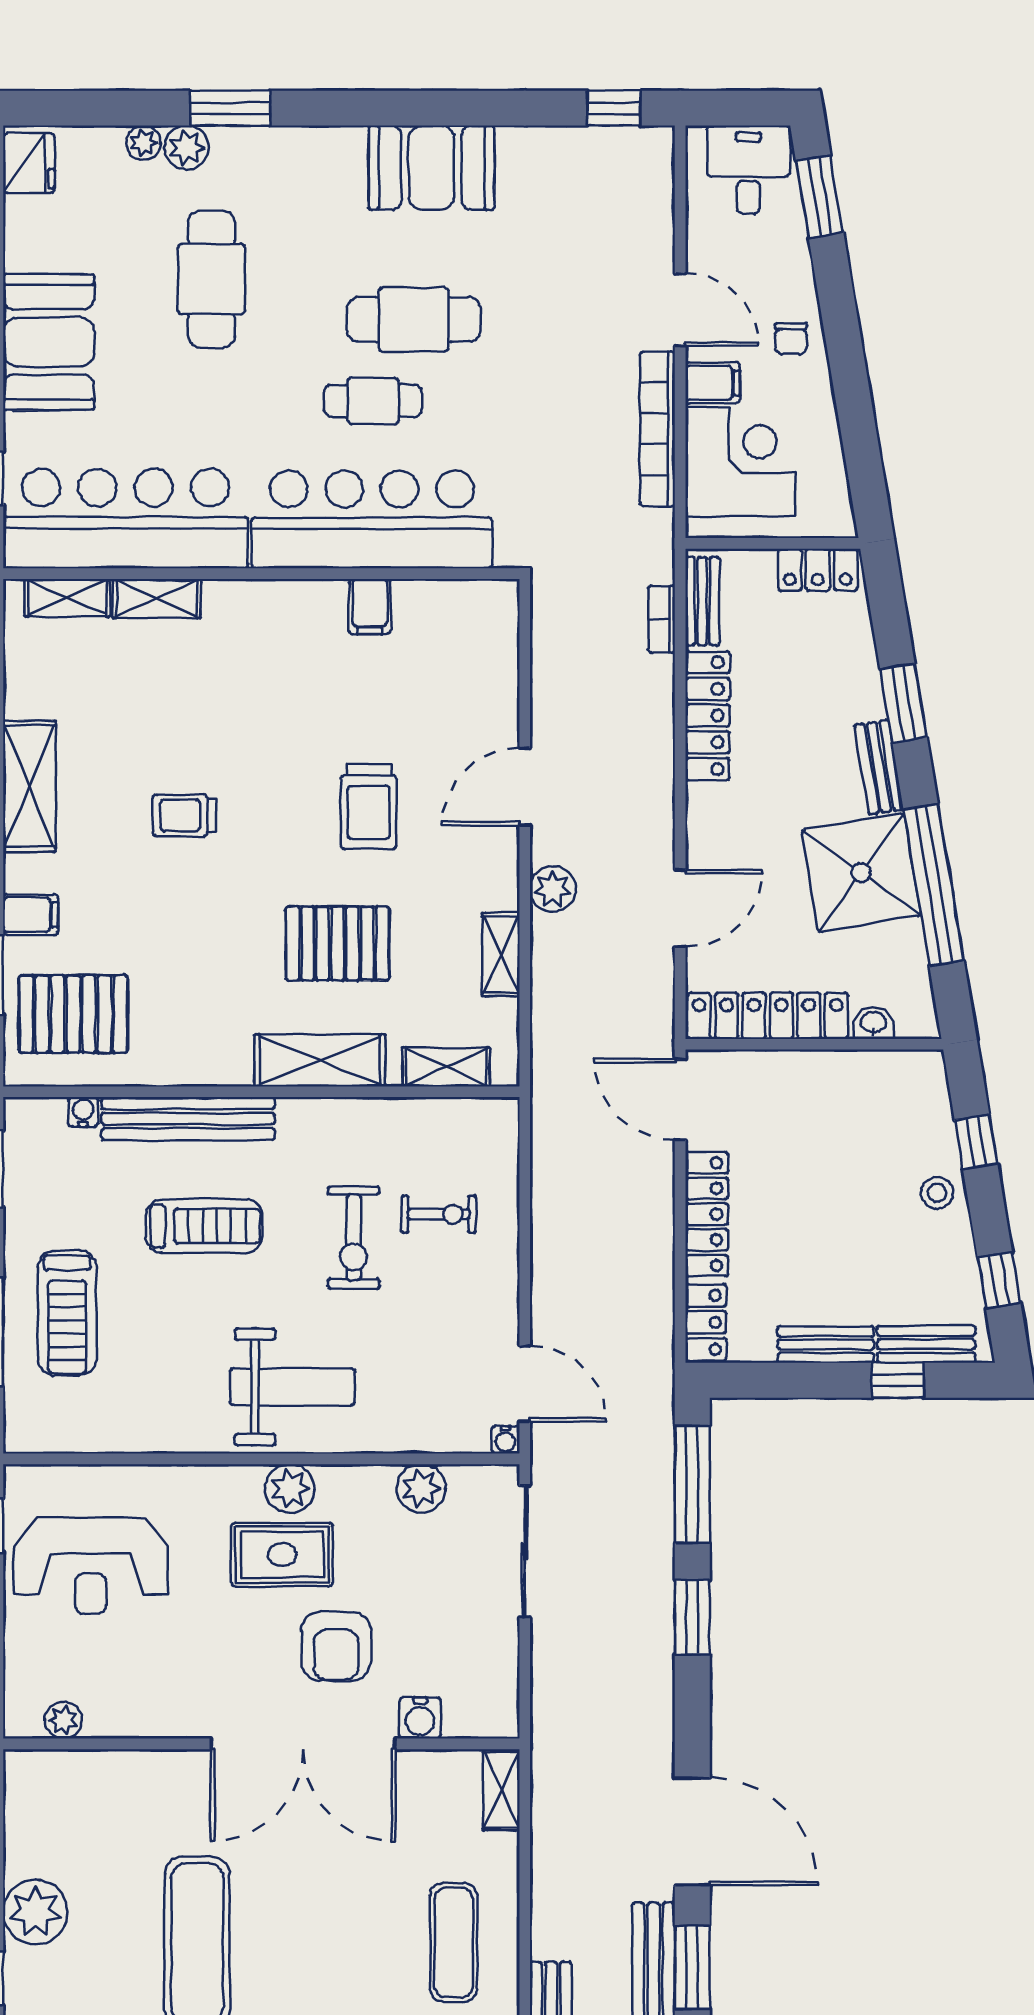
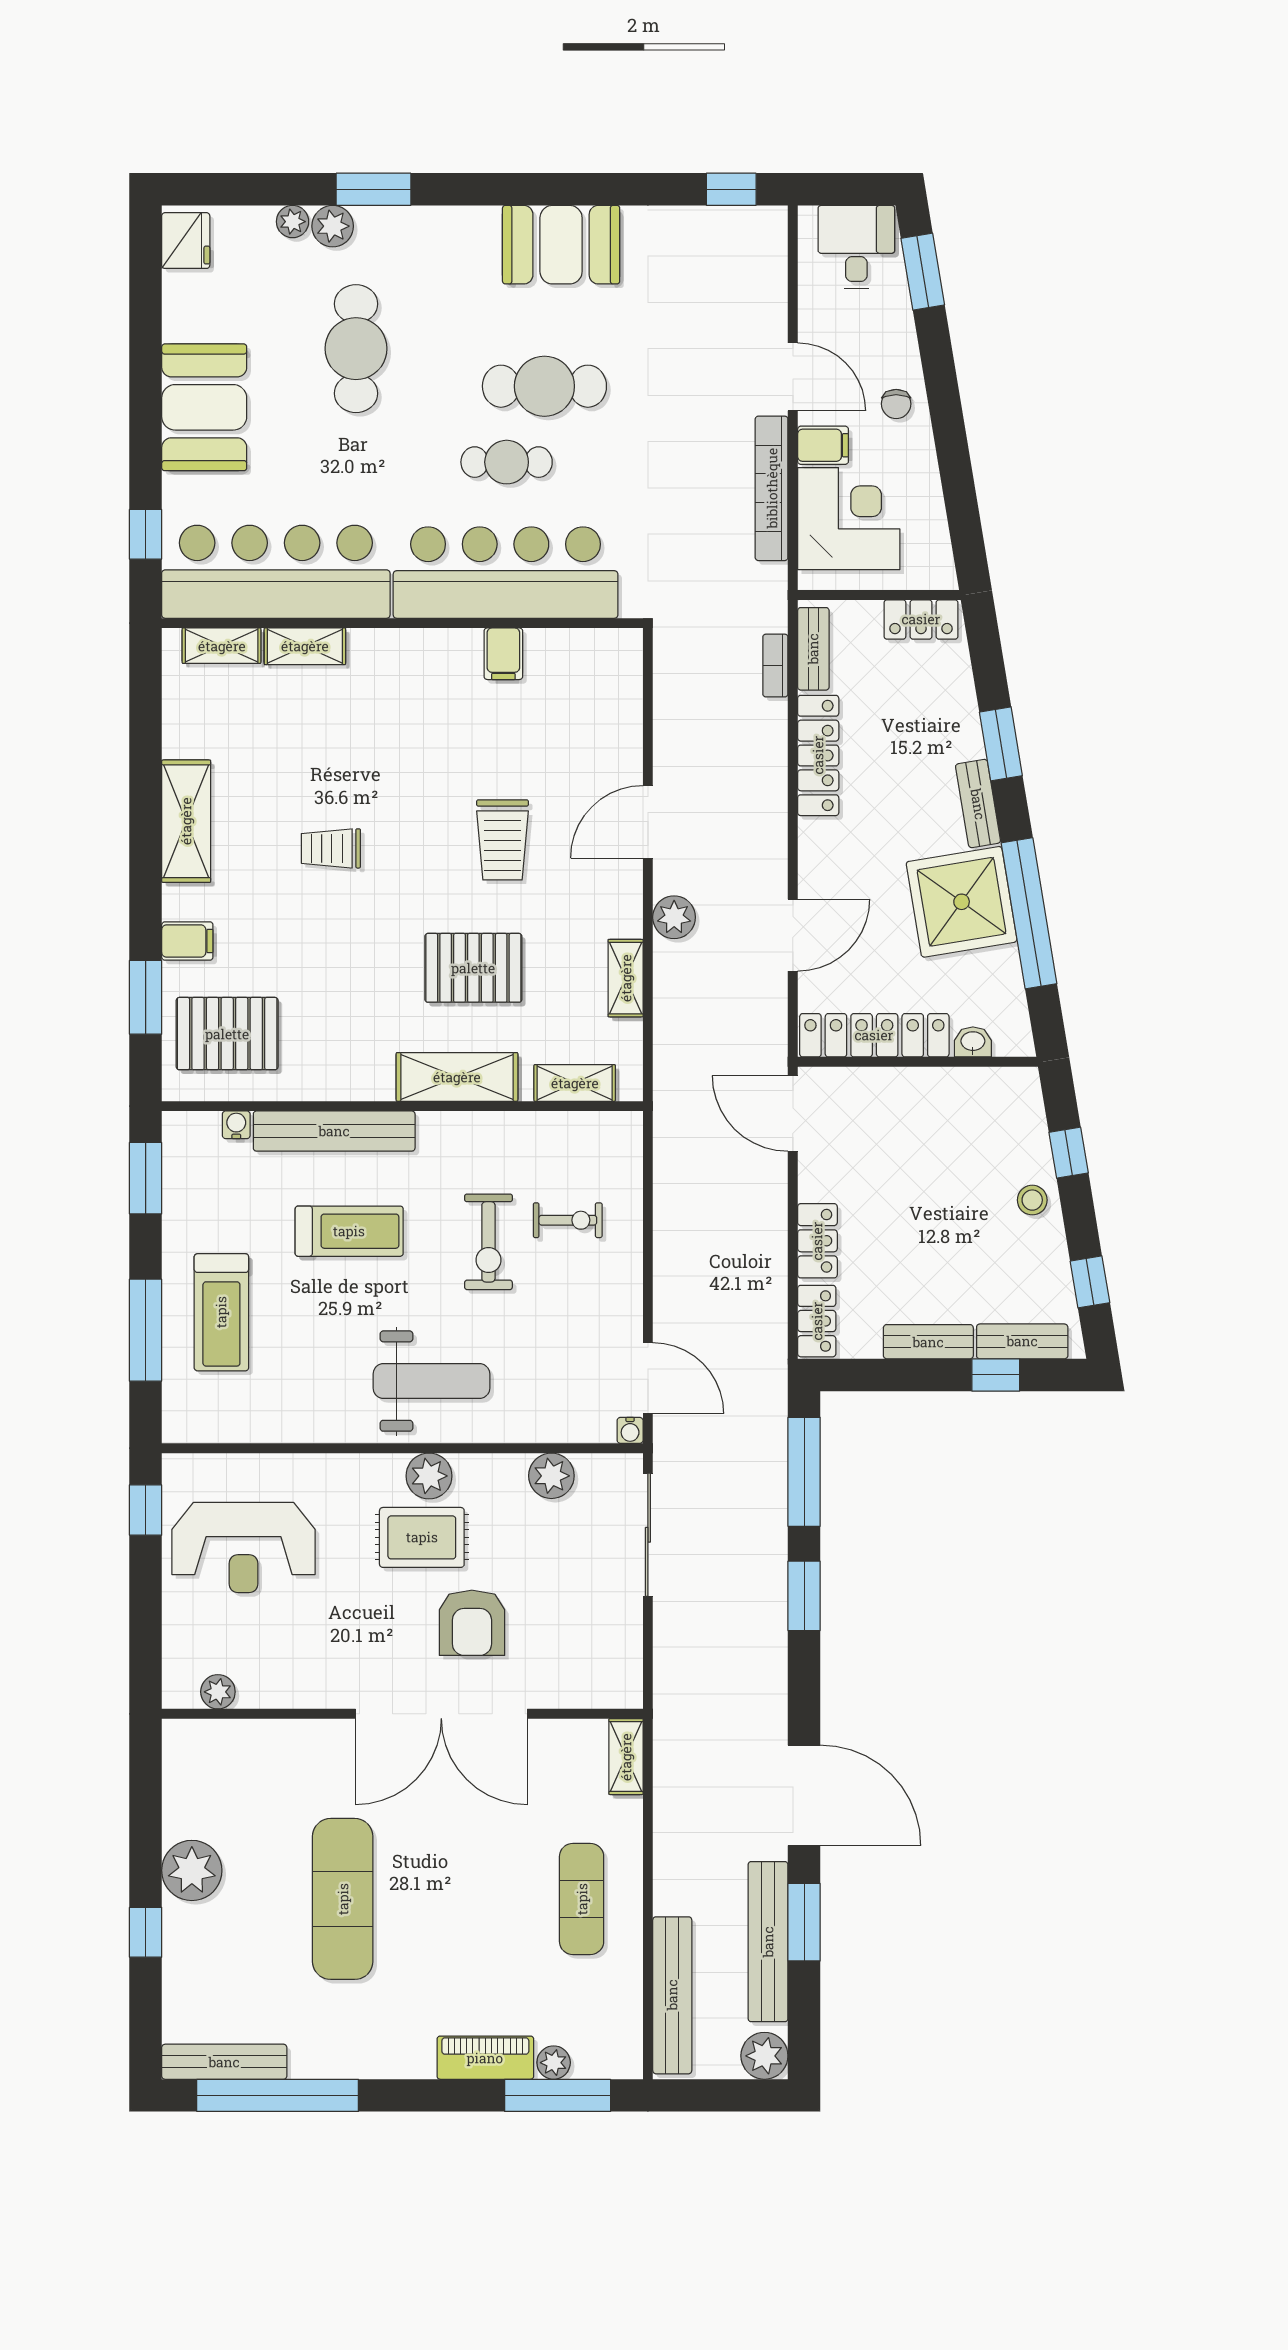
locker: (707, 1214) -> (817, 1241), width x0.66
water cooler: (420, 1718) -> (550, 1690), removed

